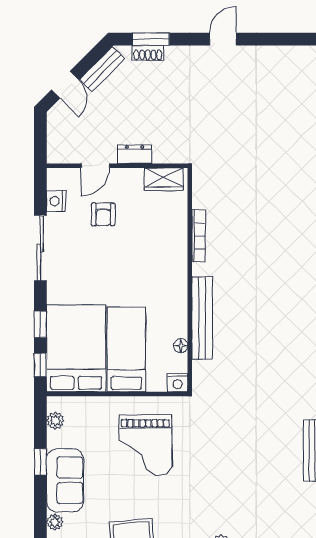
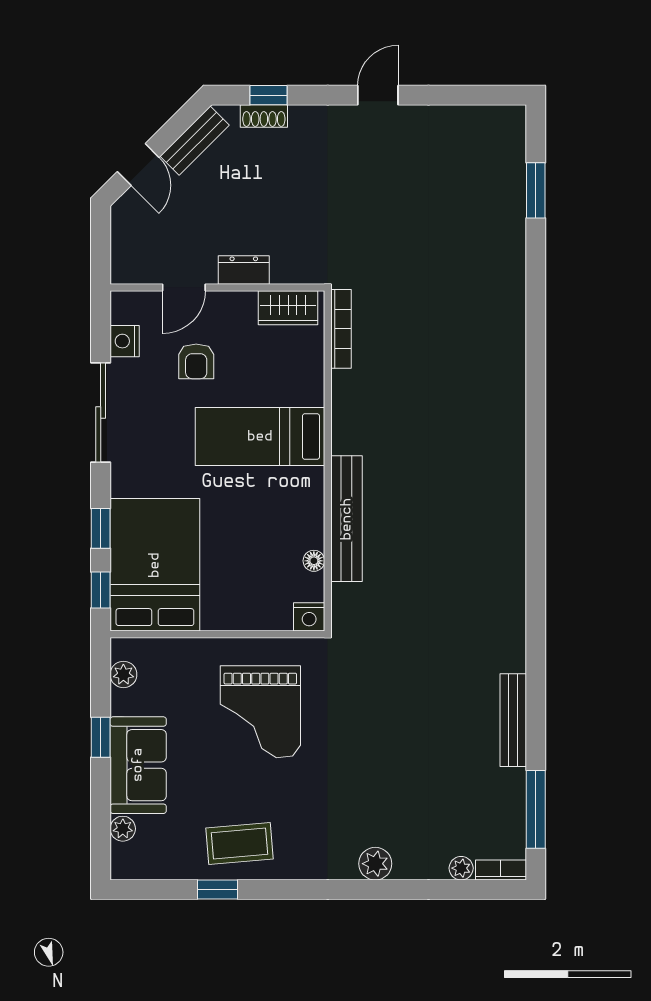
window: (151, 39) -> (268, 95), width x0.67
bookcase: (199, 236) -> (341, 329), moved
bed: (126, 349) -> (260, 437), moved, turned -90

